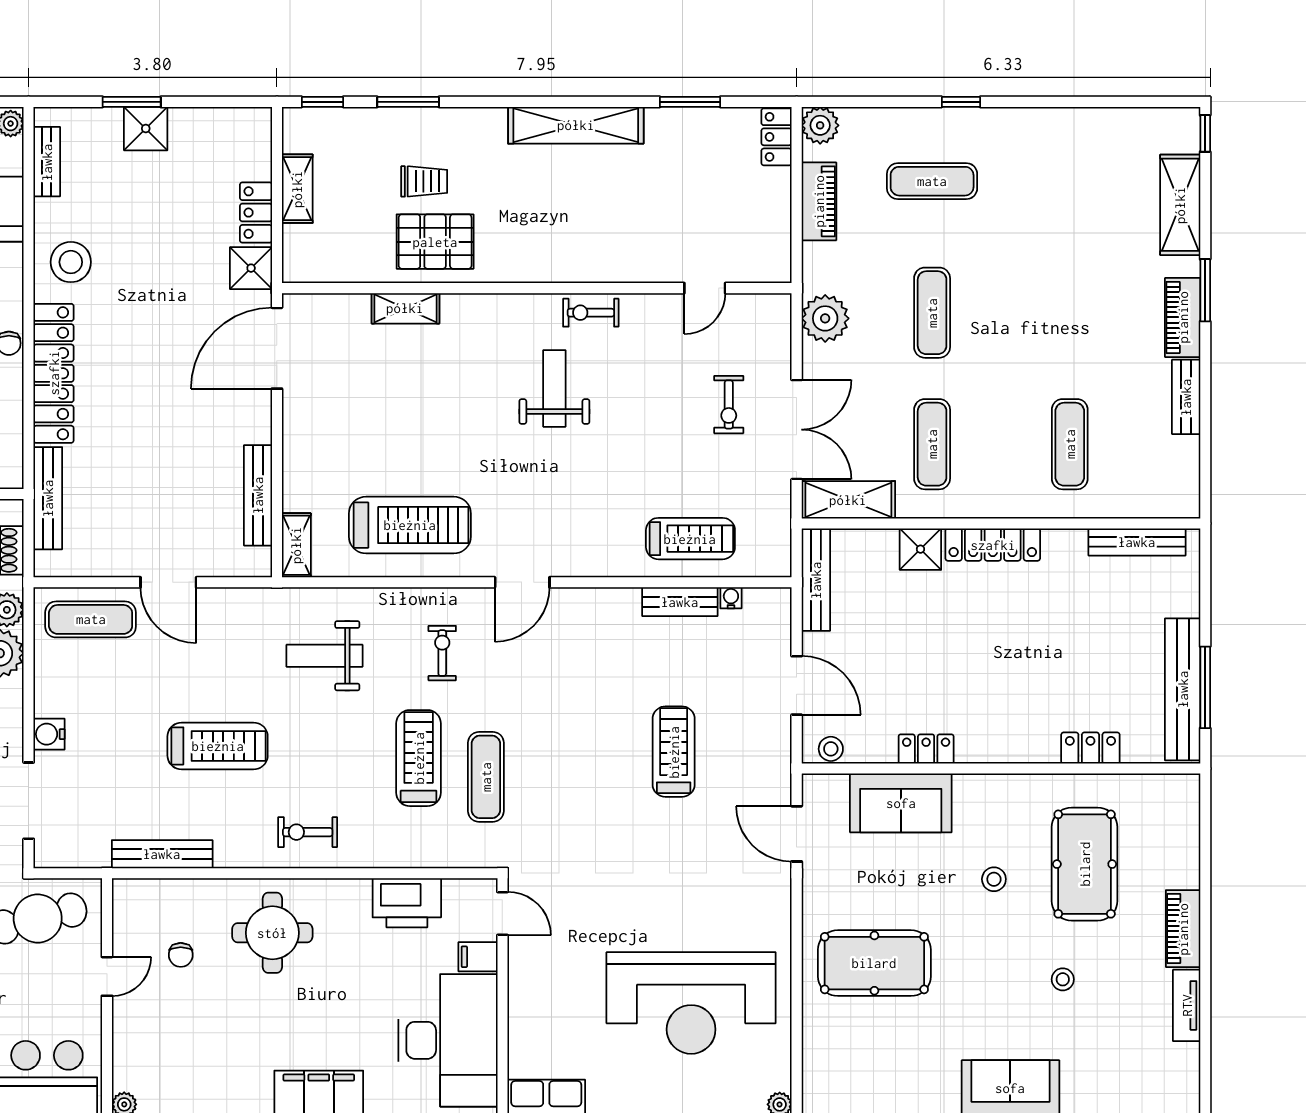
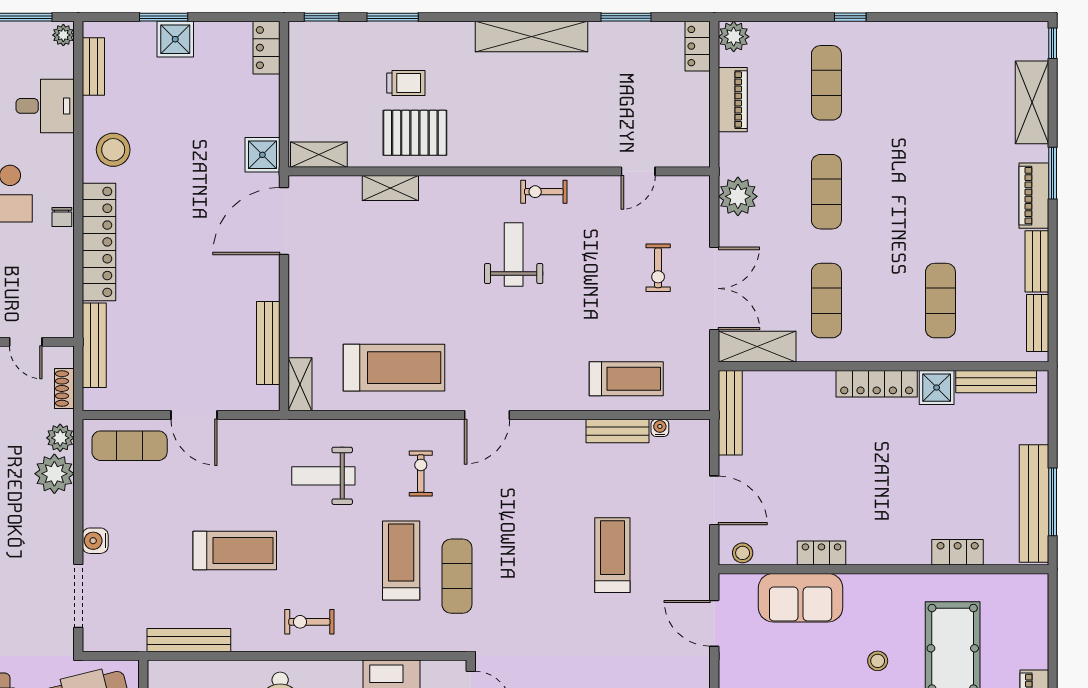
exercise mat: (932, 181) -> (826, 83), turned 90
shelving: (297, 189) -> (319, 155), moved, turned 90
locker: (256, 213) -> (267, 48), moved
bench: (1187, 471) -> (1038, 323), added
shower: (920, 549) -> (937, 388), moved

